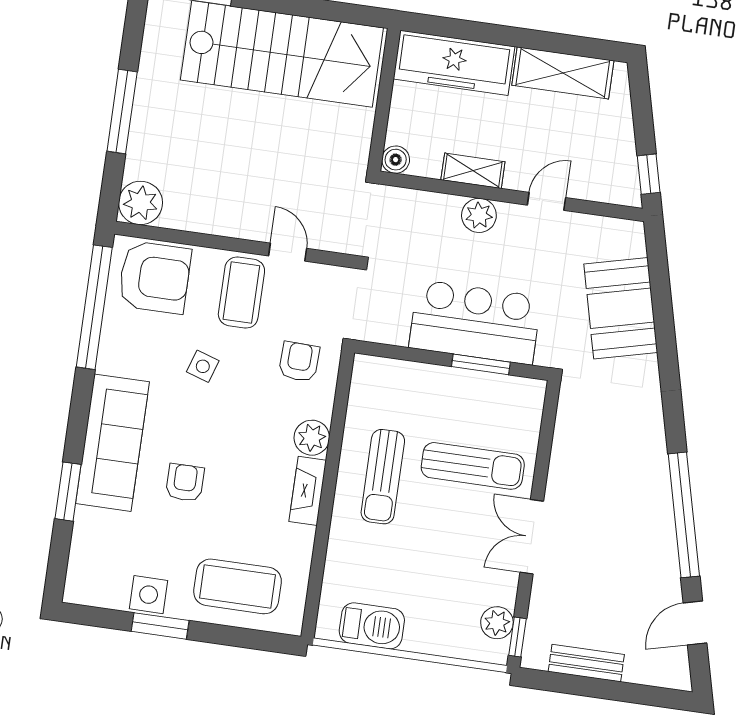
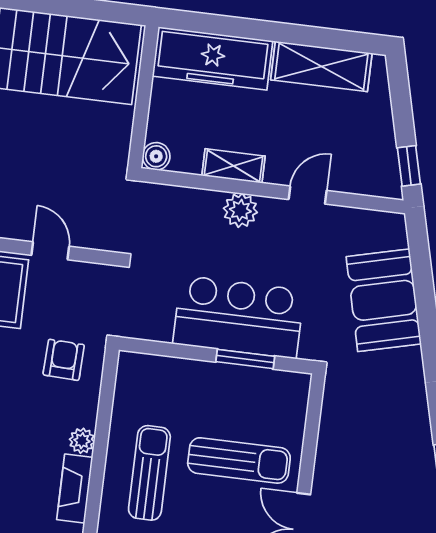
plant: (312, 438) -> (82, 441), width x0.73, depth x0.73
sun lounger: (383, 477) -> (149, 473), turned 180

